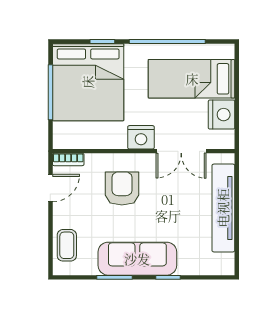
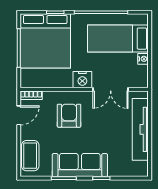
nightstand: (222, 115) -> (143, 59), width x0.53, depth x0.56
coffee table: (67, 245) -> (30, 156), width x1.36, depth x1.30

